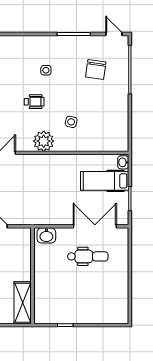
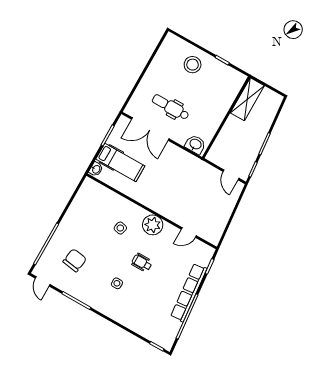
stool: (90, 306) -> (193, 65), added

